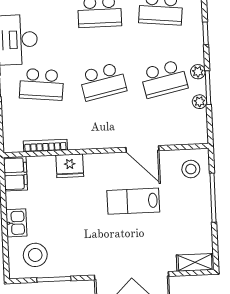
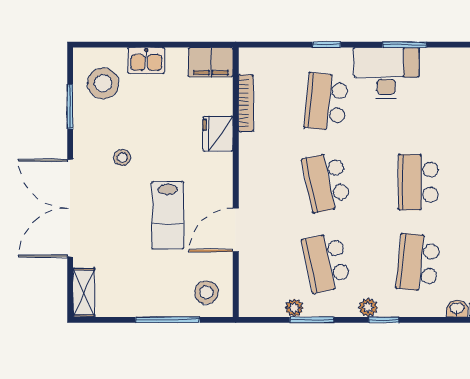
plant: (198, 72) -> (368, 307), moved
lab bench: (133, 201) -> (168, 215), turned 180
stool: (91, 238) -> (122, 158), added

